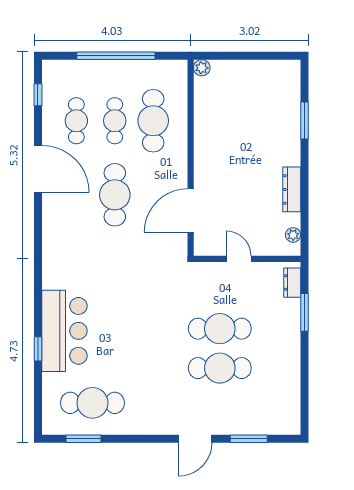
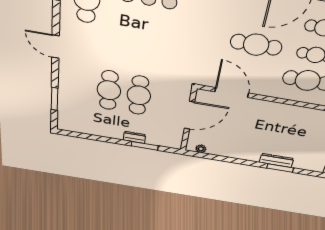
dresser: (292, 189) -> (276, 160), moved
door: (239, 259) -> (189, 115), width x1.88
dresser: (292, 283) -> (134, 137), moved
door: (195, 439) -> (55, 47), moved

